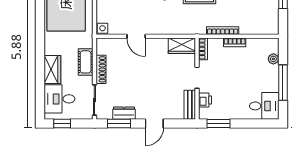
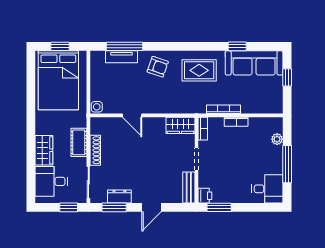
printer: (205, 100) -> (205, 196), moved
window: (62, 124) -> (69, 207), moved

